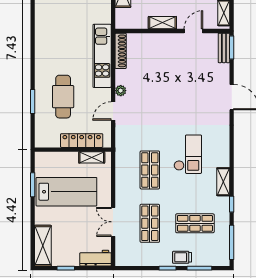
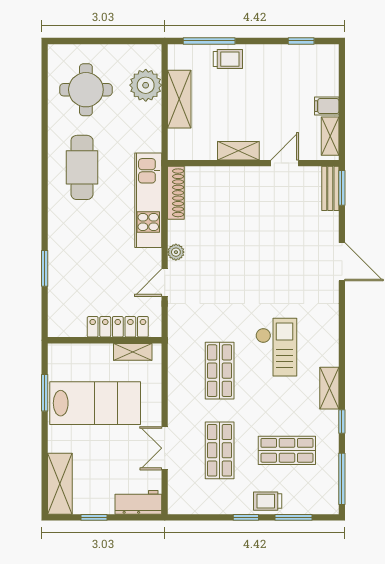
cafe table: (63, 97) -> (82, 167), moved

